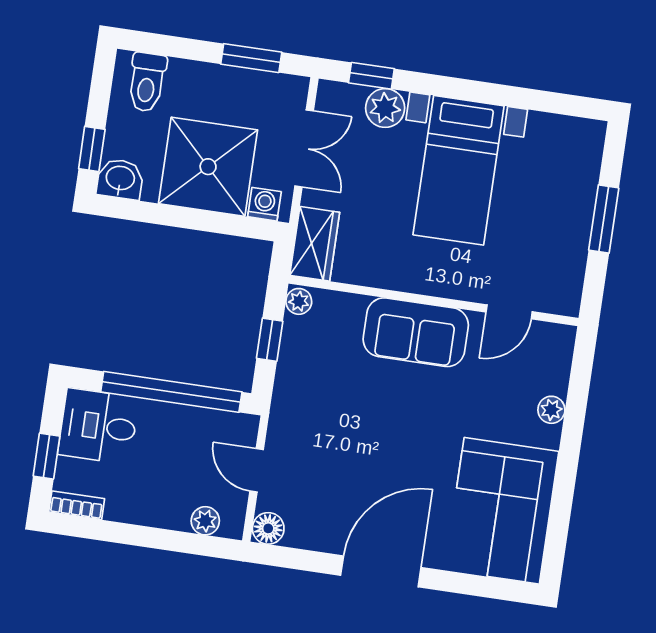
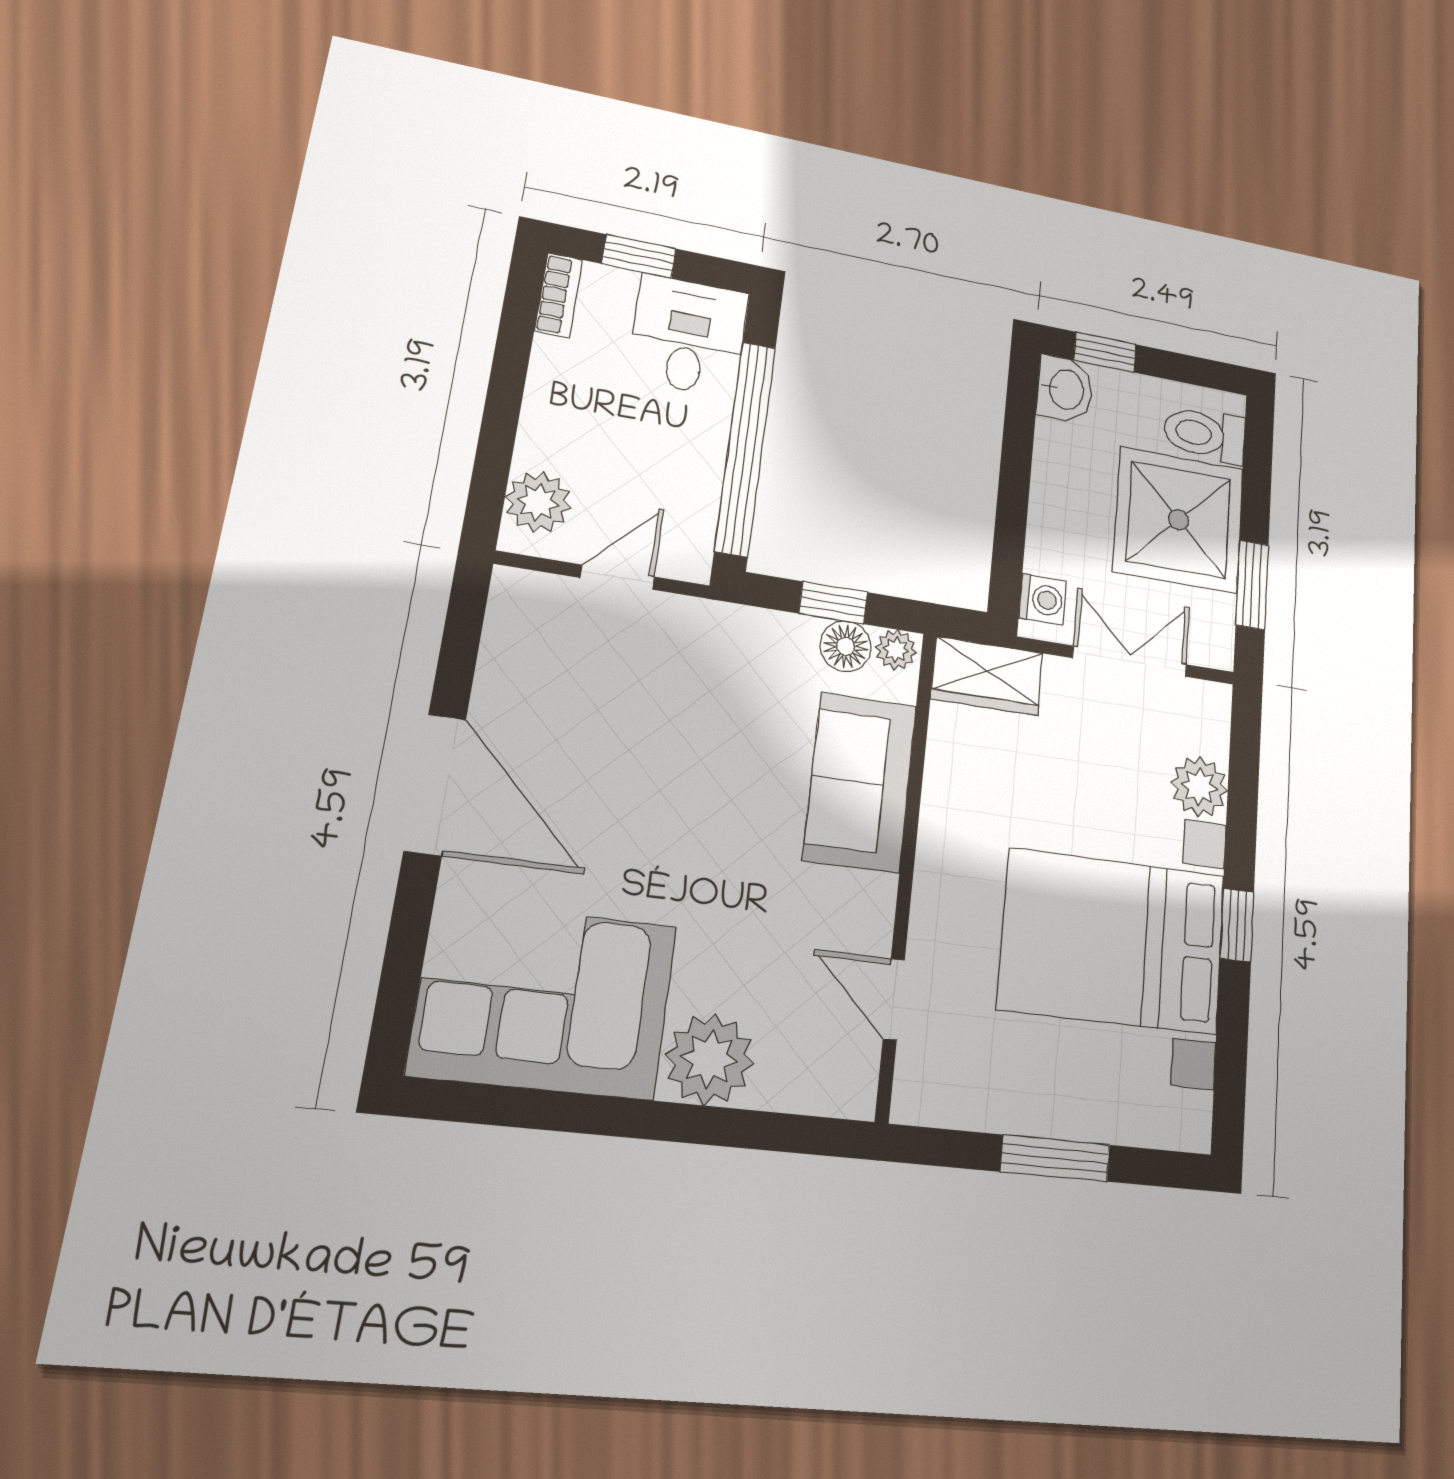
window: (371, 76) -> (1237, 925), moved
double door: (304, 148) -> (1130, 661), swing flipped
shower: (208, 167) -> (1179, 520), moved
bed with nightstands: (459, 170) -> (1113, 941), width x1.36
sofa: (416, 332) -> (860, 782), moved
plant: (551, 410) -> (709, 1059), width x1.87, depth x1.87
plant: (205, 521) -> (538, 502), width x1.38, depth x1.38
floor lamp: (268, 528) -> (846, 646), moved

